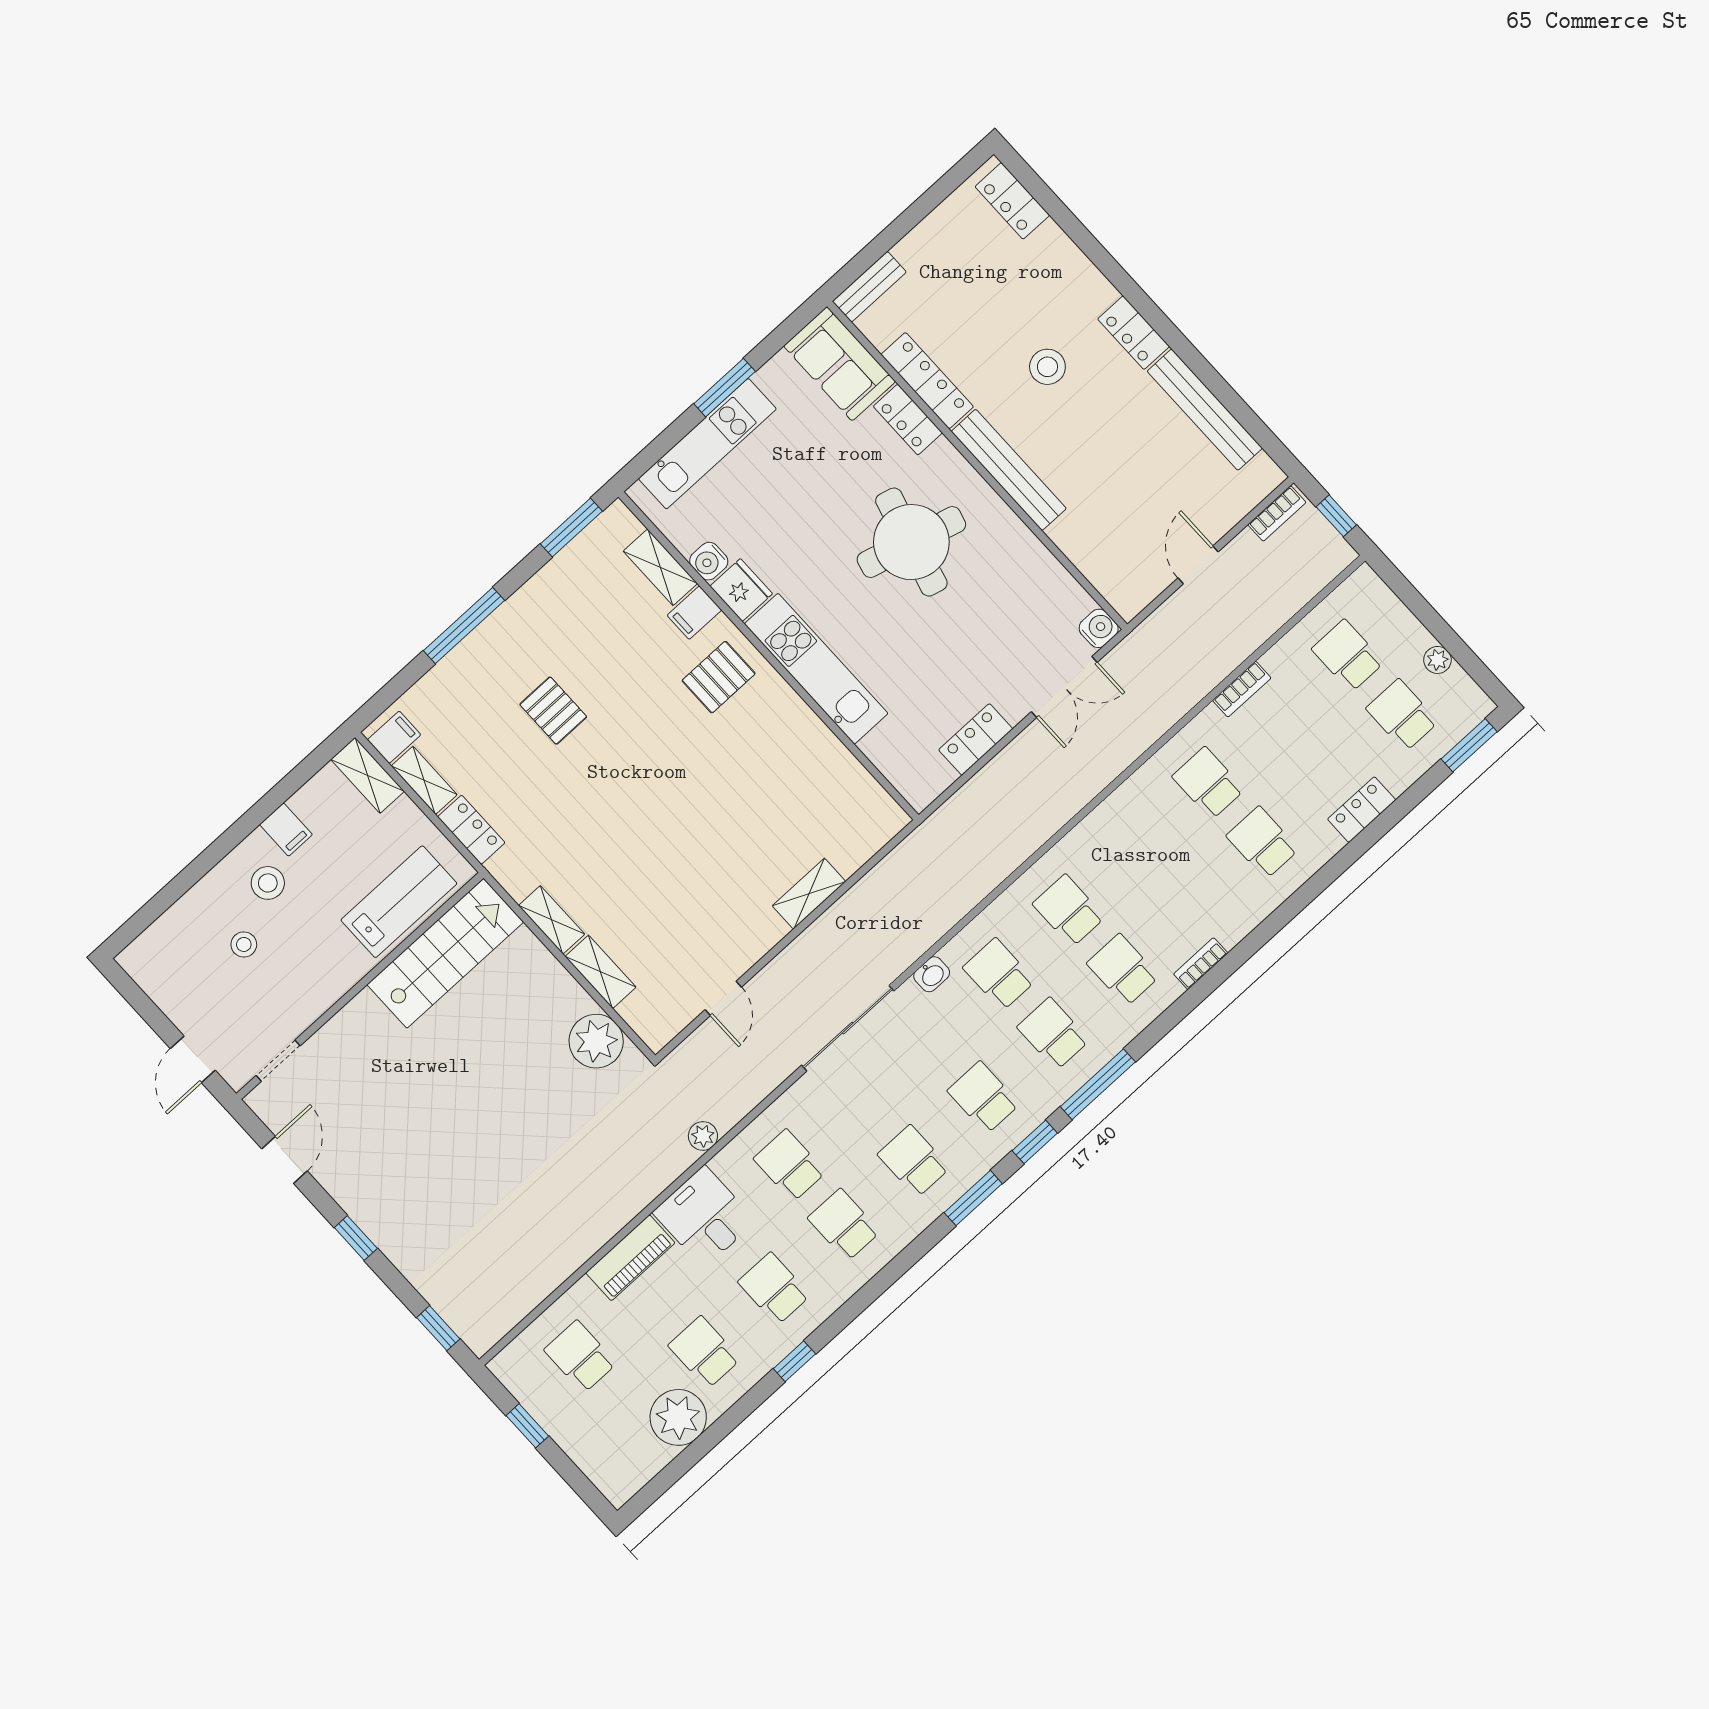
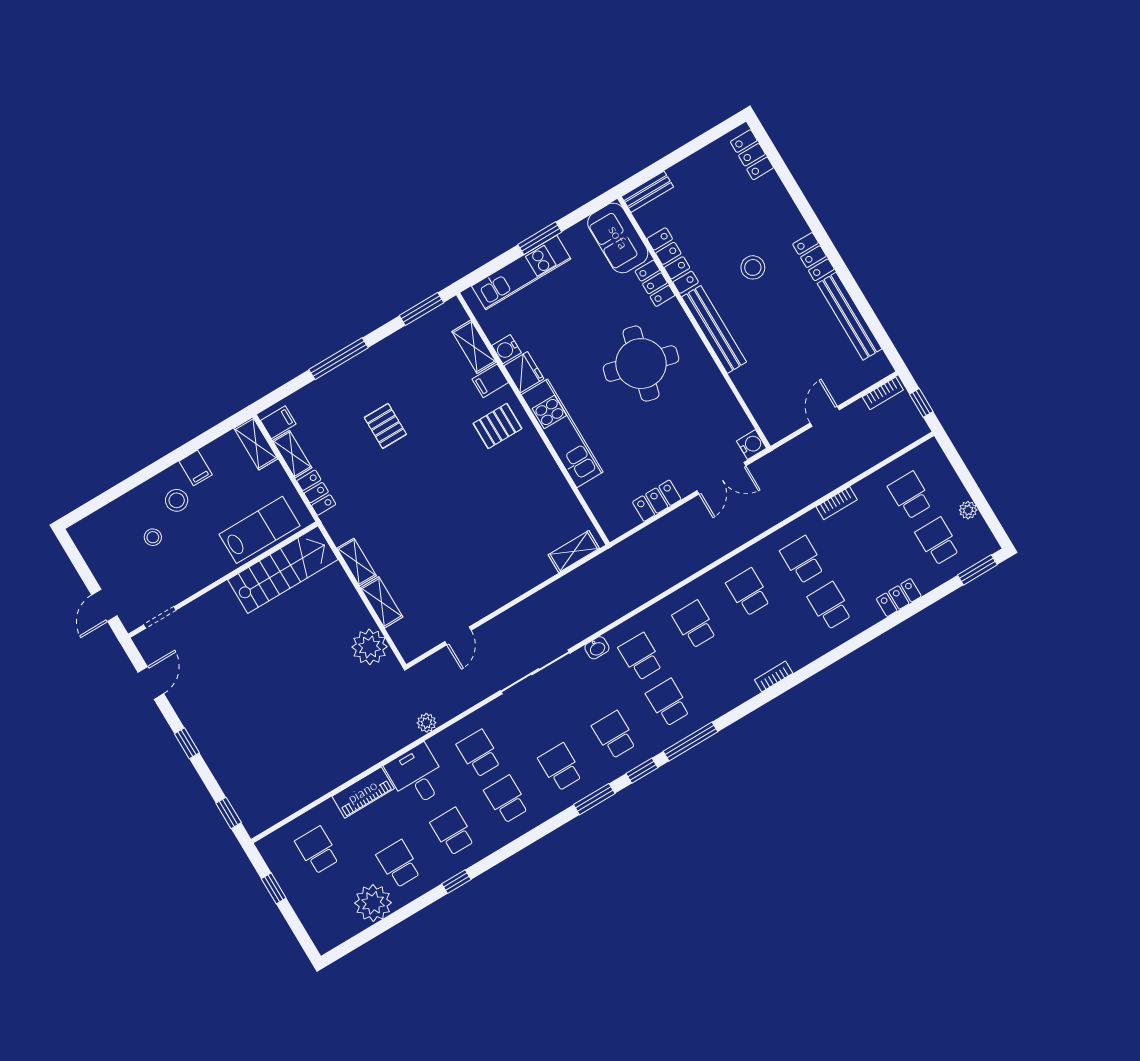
shelving: (809, 894) -> (574, 551), moved
school desk: (1123, 970) -> (749, 592), moved

